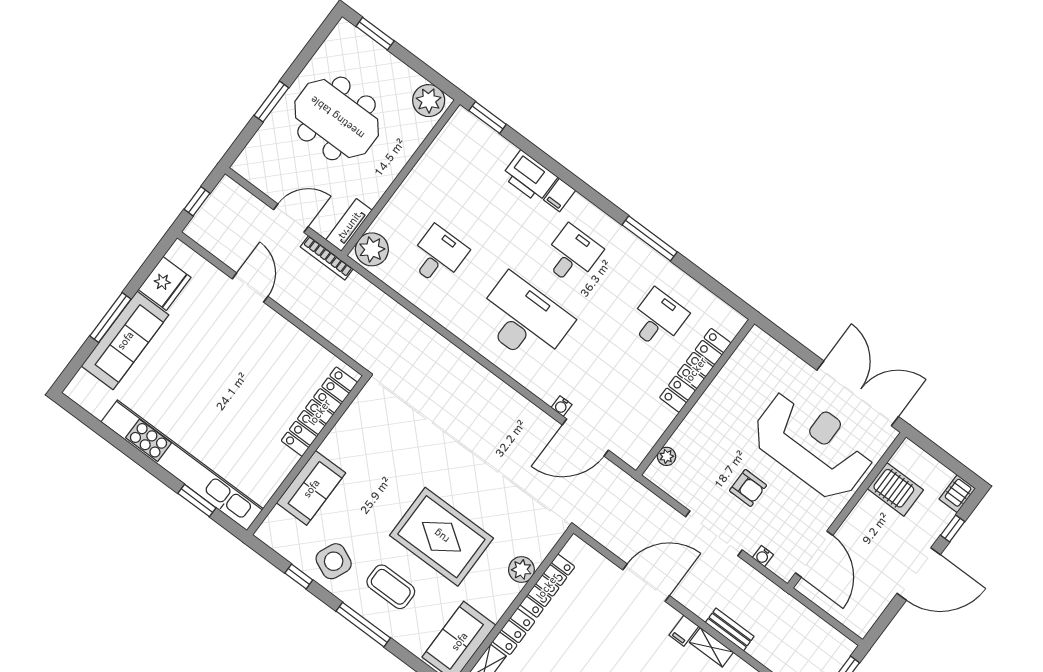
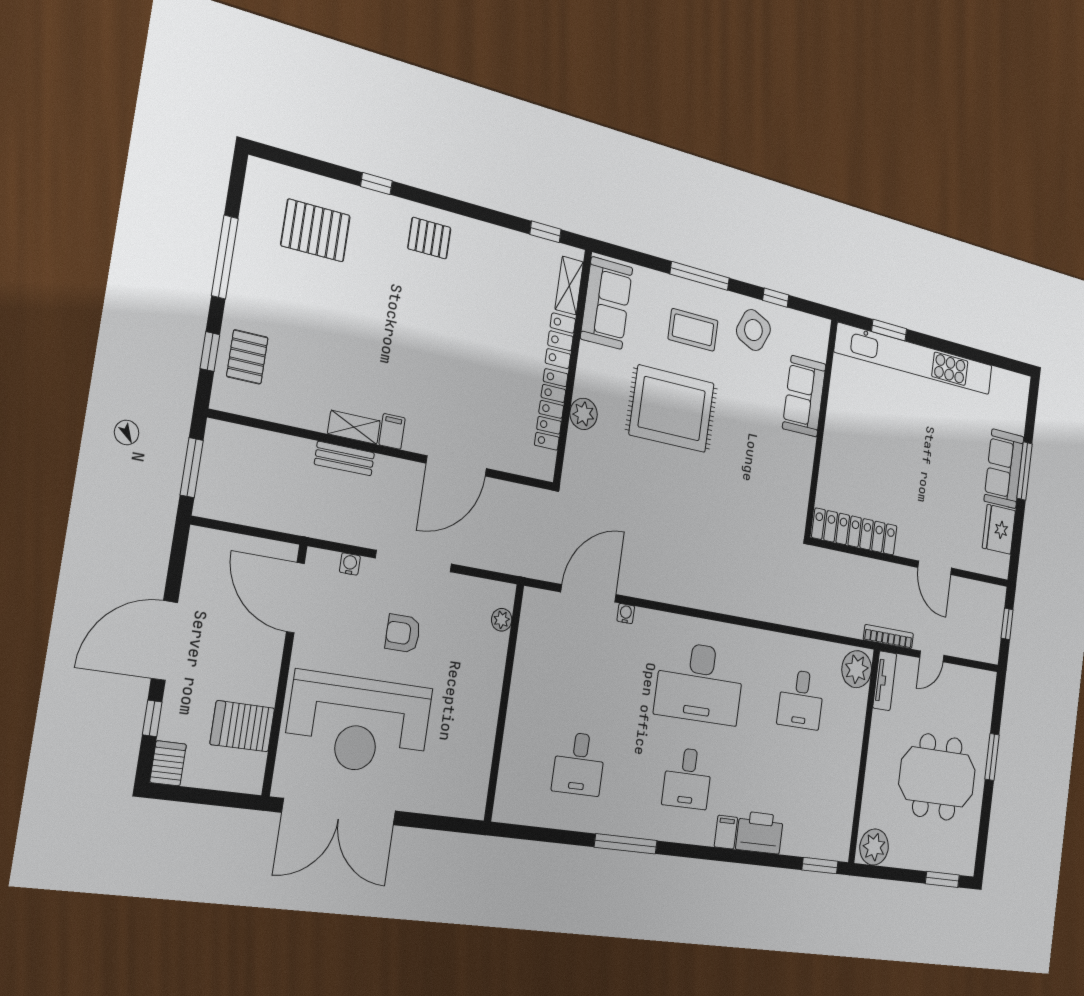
door: (291, 218) -> (932, 656), width x0.73
sofa: (125, 340) -> (1004, 469), width x0.73
locker: (695, 370) -> (518, 732), removed
locker: (319, 412) -> (855, 532), moved, turned -90

